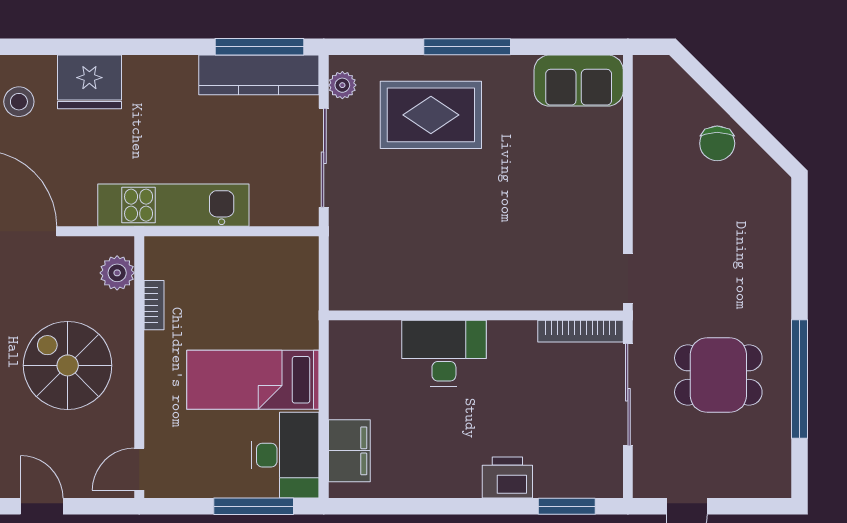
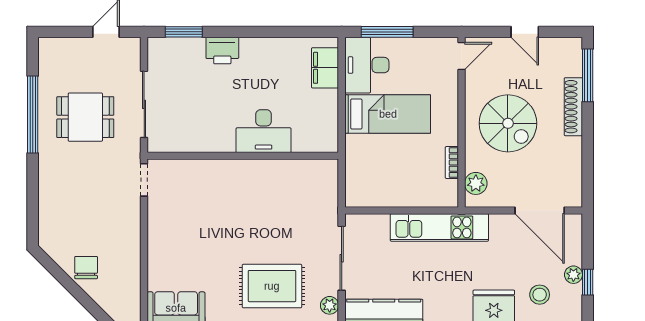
bookcase: (580, 331) -> (175, 146), removed

